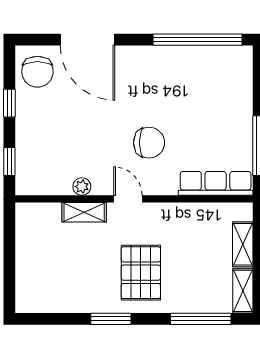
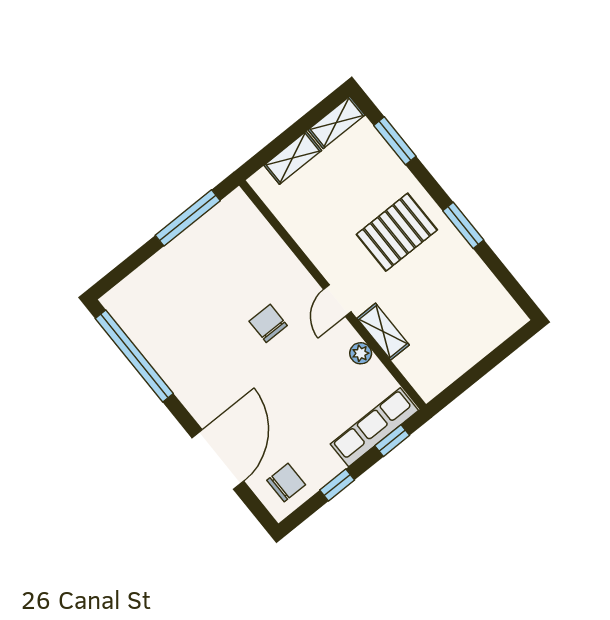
chair: (37, 72) -> (286, 482), width x0.73, depth x0.73
chair: (149, 143) -> (268, 323), width x0.73, depth x0.73
row of seats: (216, 183) -> (374, 427), moved, turned 90
window: (201, 319) -> (395, 141), width x0.69

